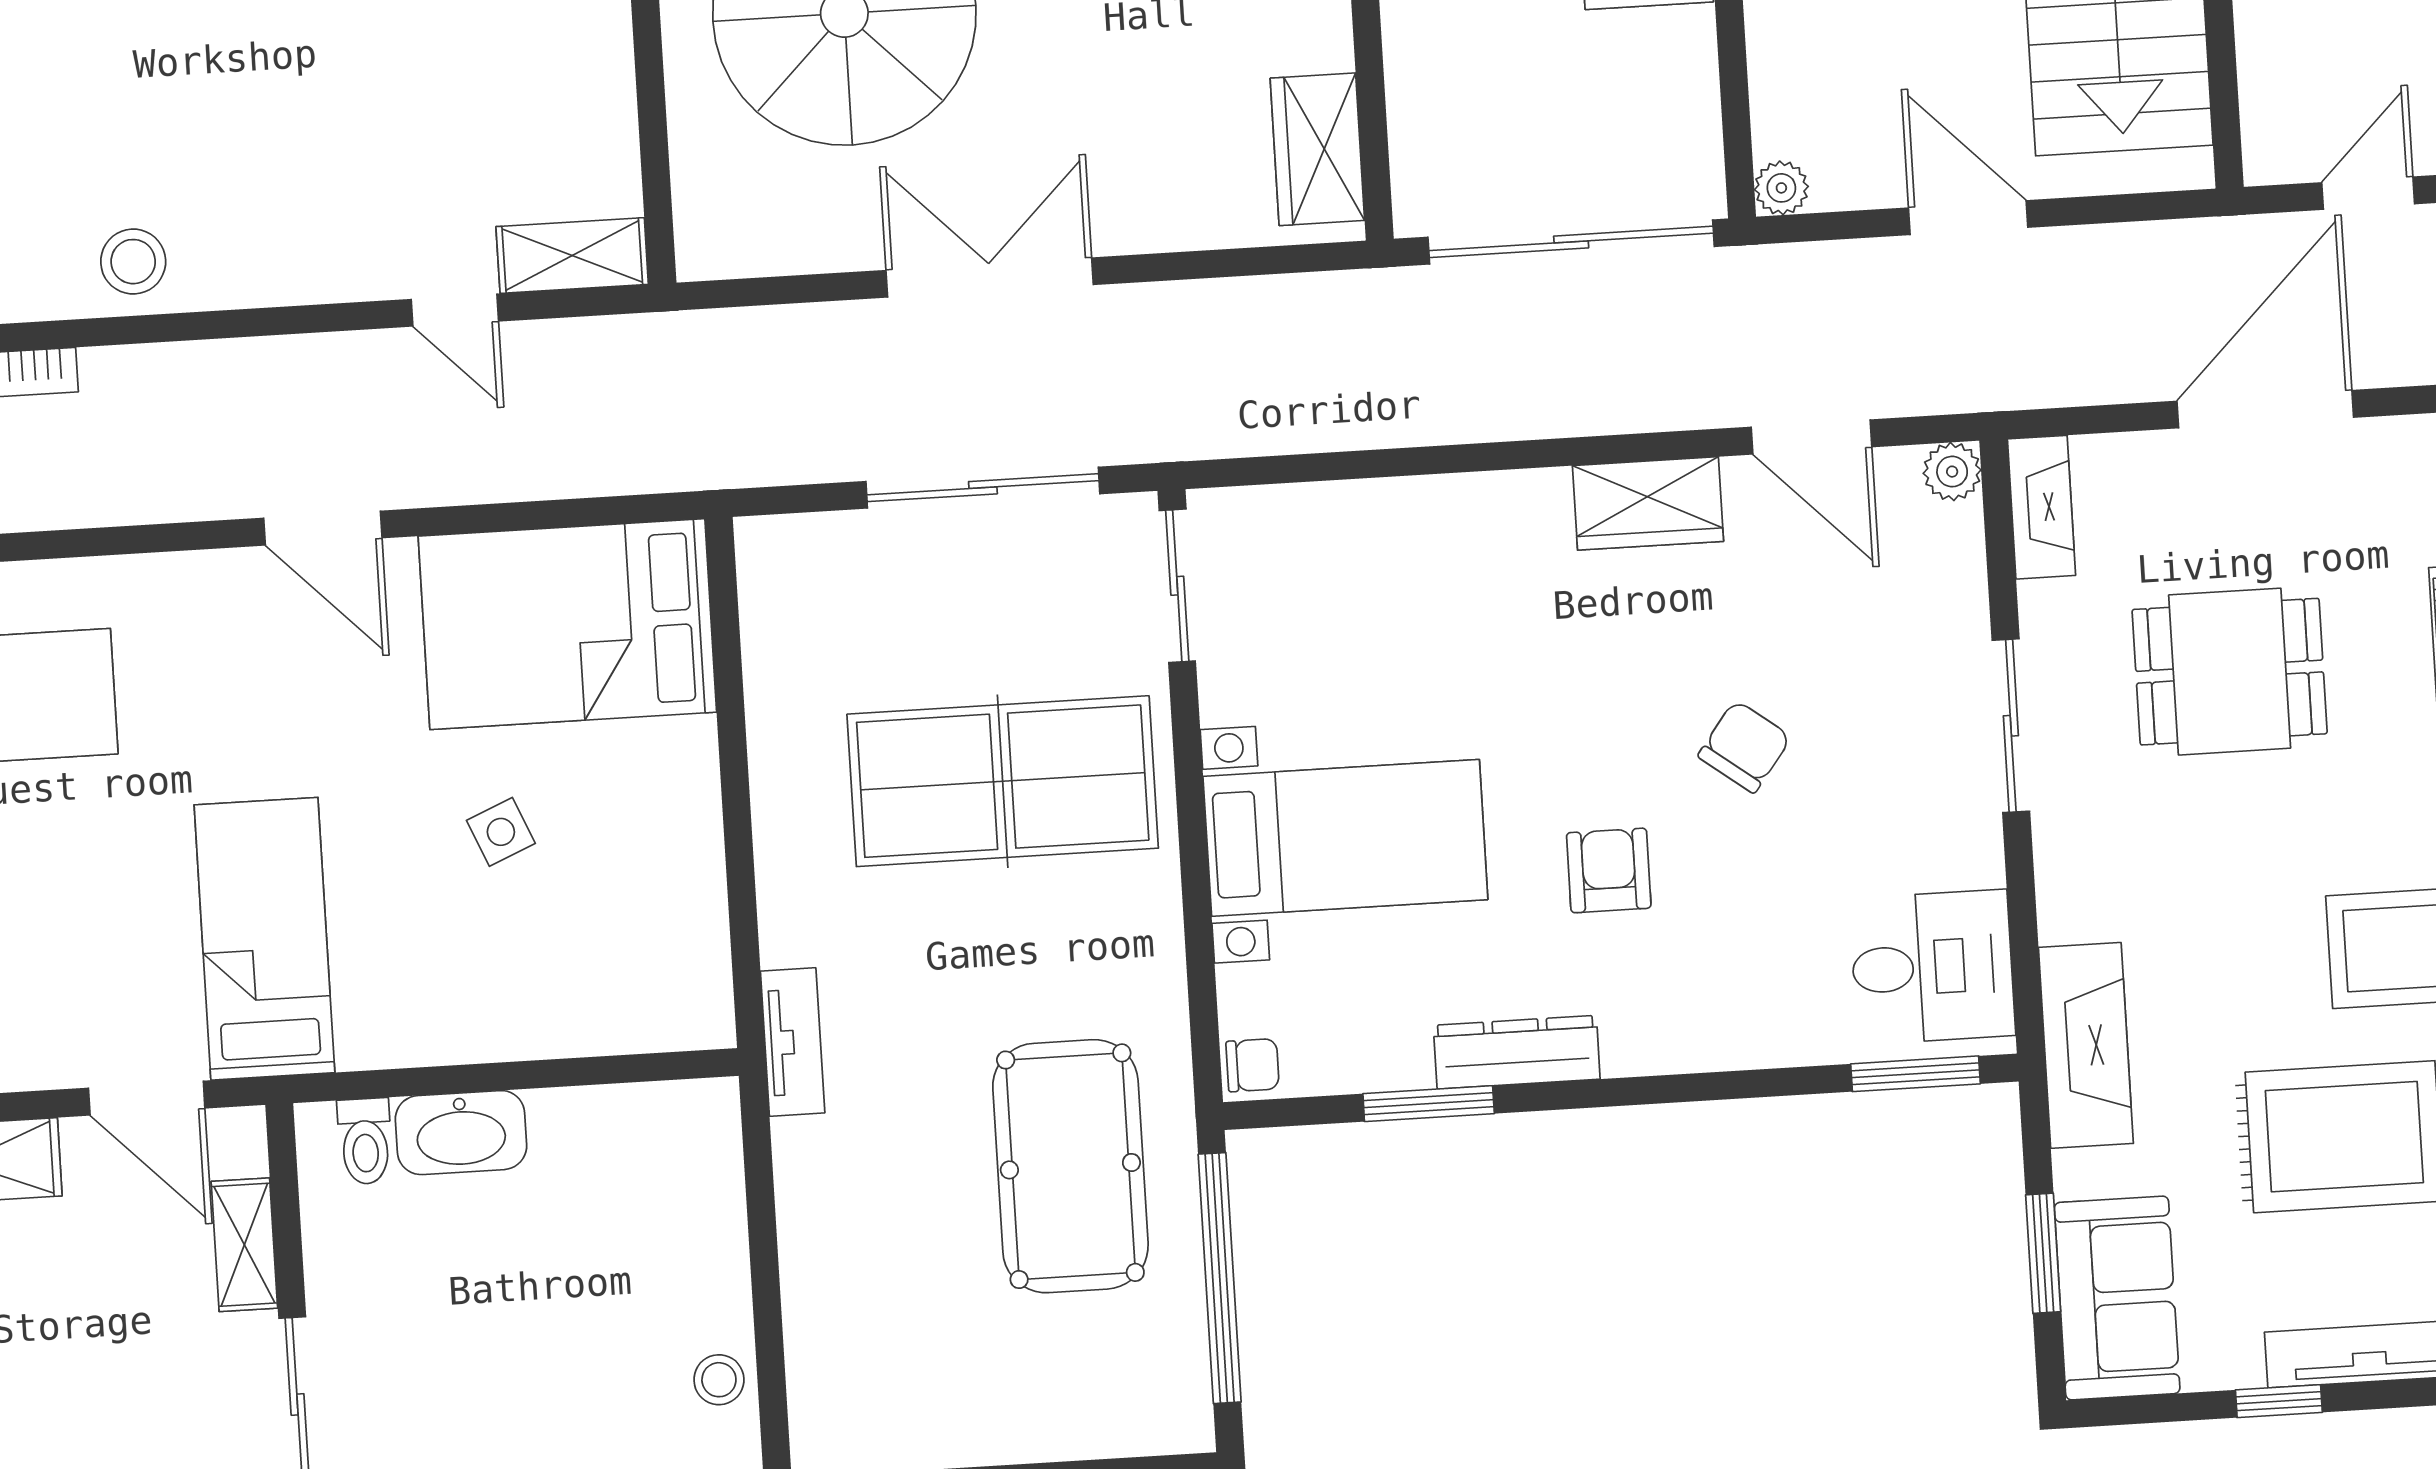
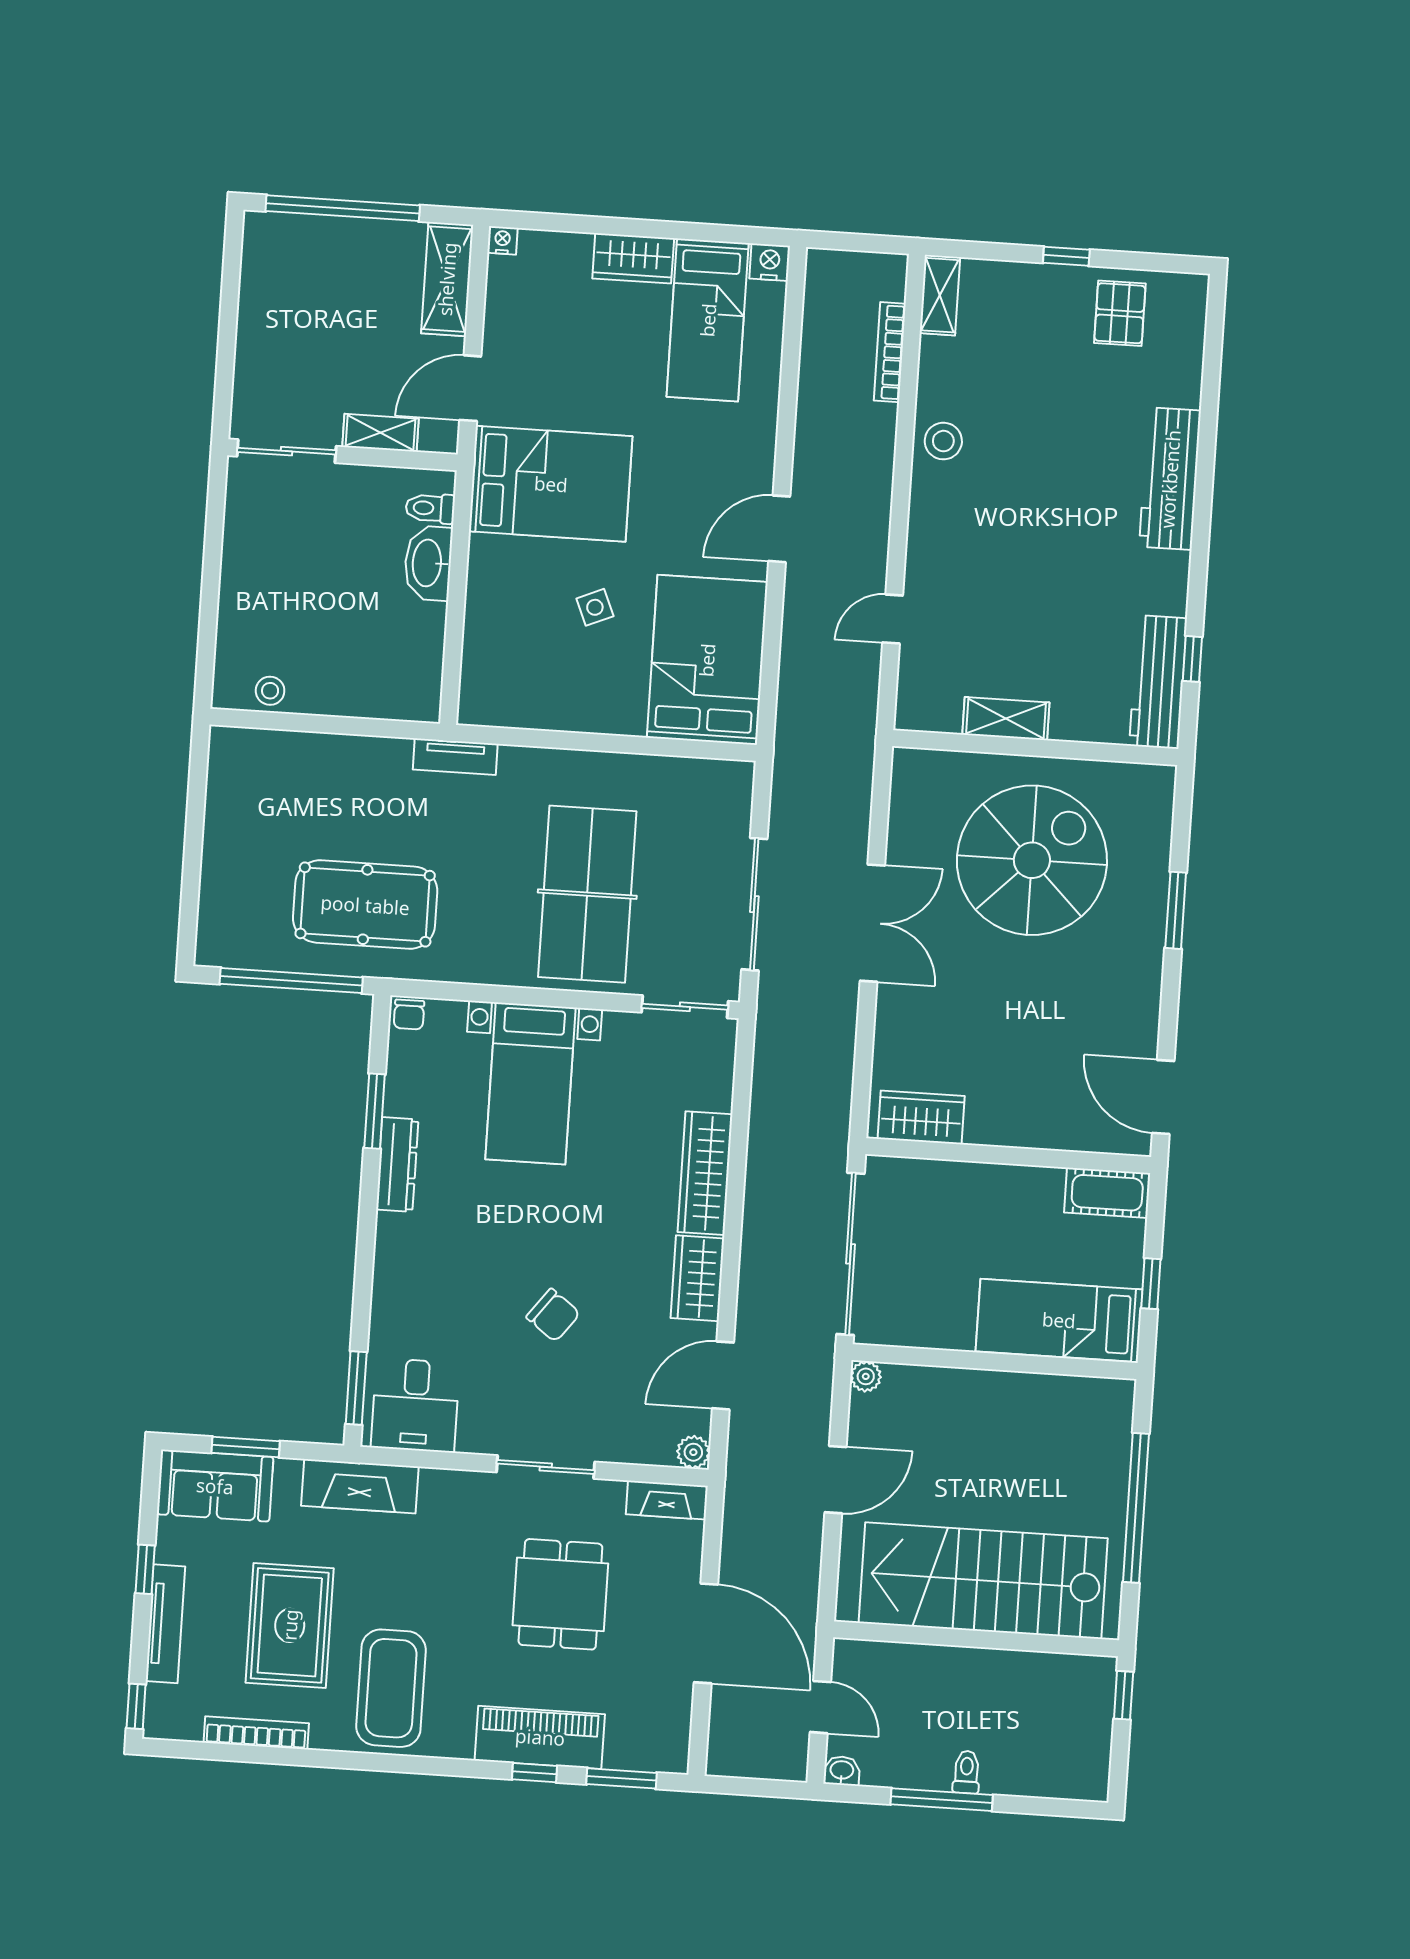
shelving: (572, 256) -> (1006, 719), moved, turned 90
wardrobe: (1463, 514) -> (705, 1173), added
armchair: (1609, 870) -> (493, 1230), removed
bed: (264, 939) -> (551, 484), width x1.50

